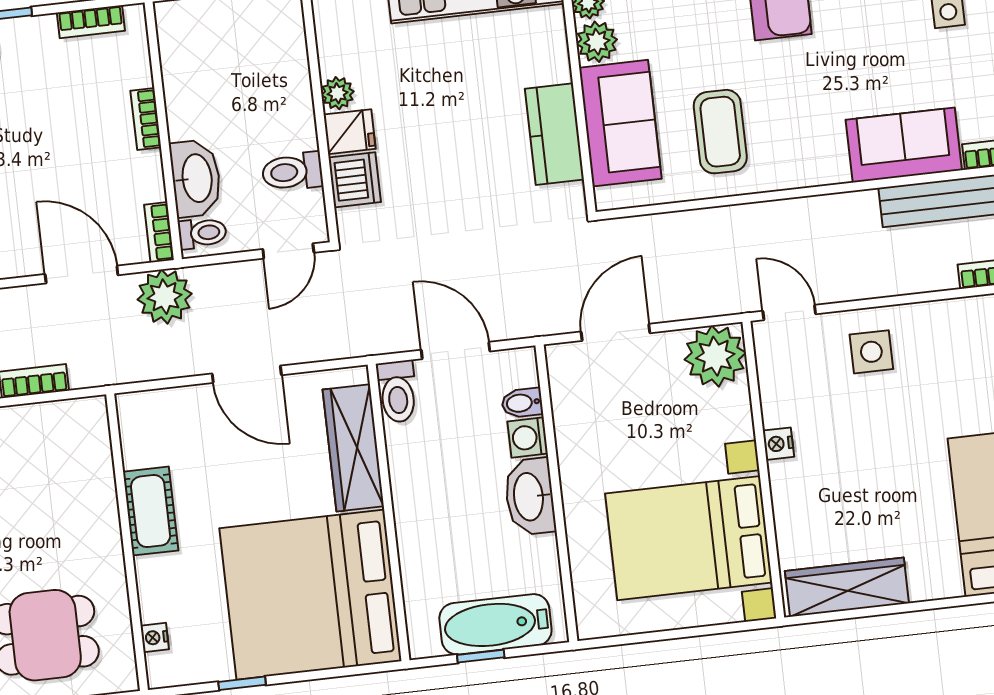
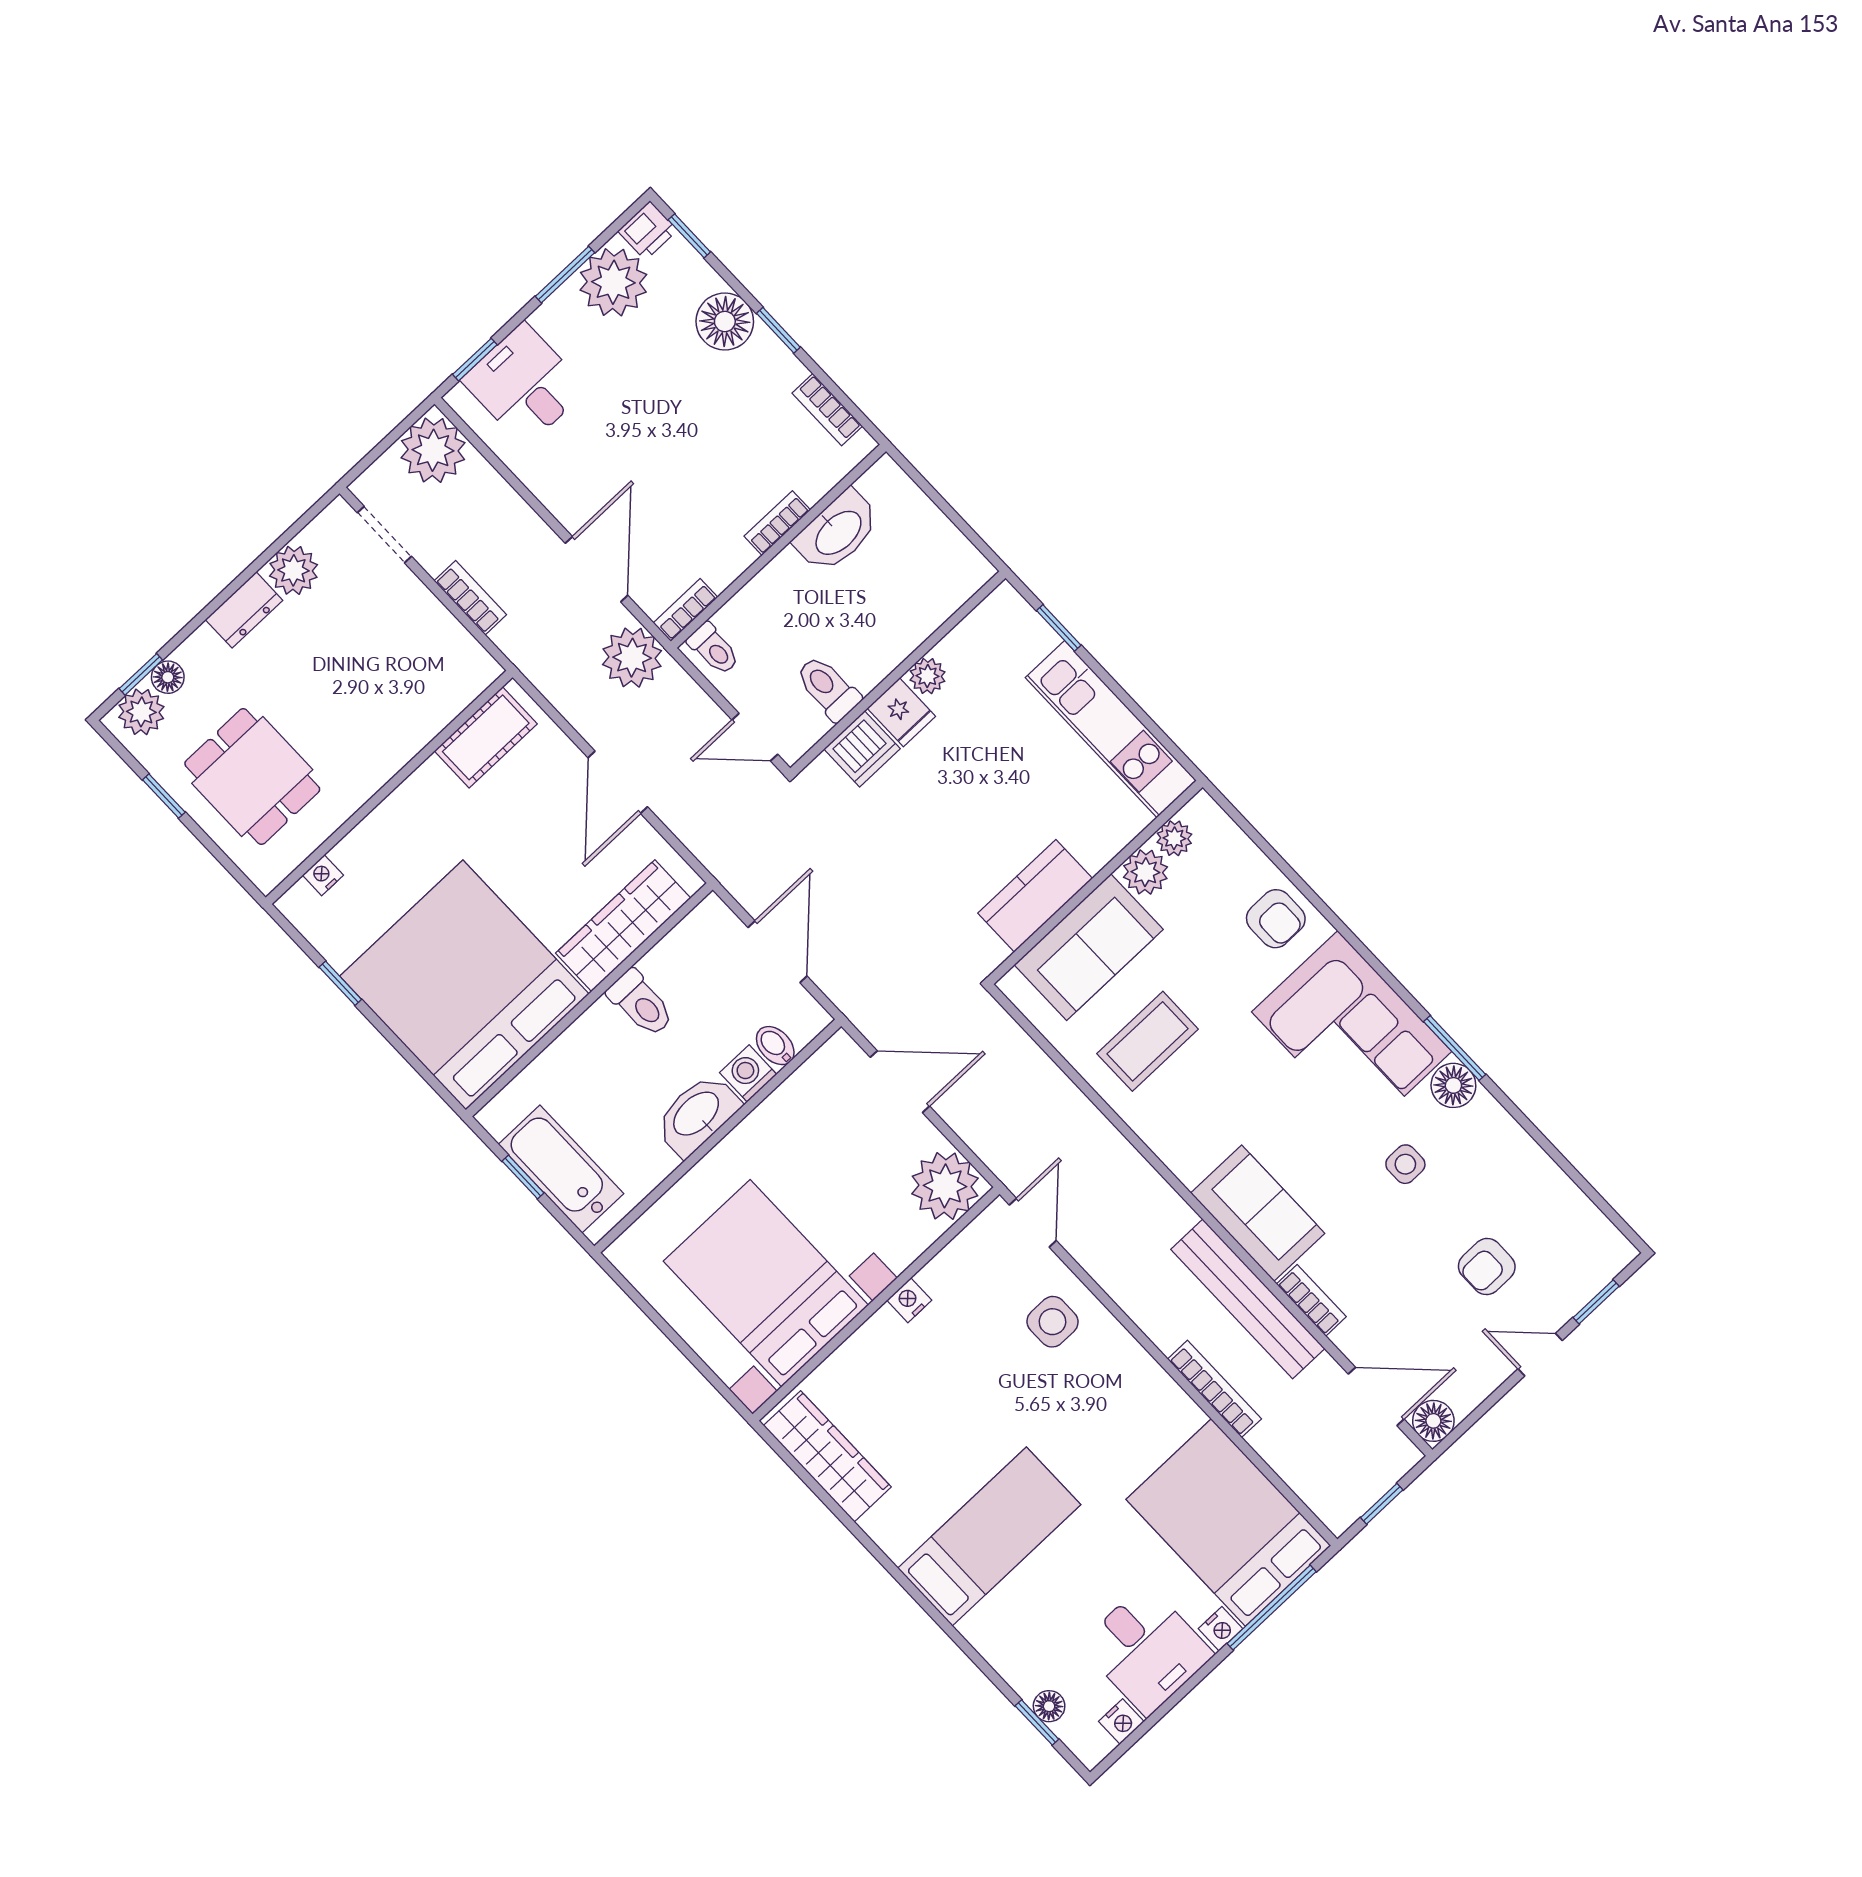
washbasin: (196, 178) -> (837, 532), moved
toilet: (397, 392) -> (641, 1003), moved, turned -90
cot: (151, 511) -> (486, 737), moved

